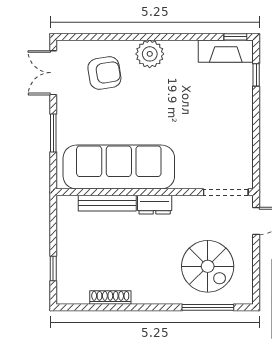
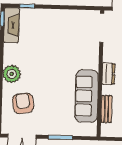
sofa: (119, 167) -> (87, 96), width x0.74, depth x0.79
bench: (107, 203) -> (106, 109), width x0.73

